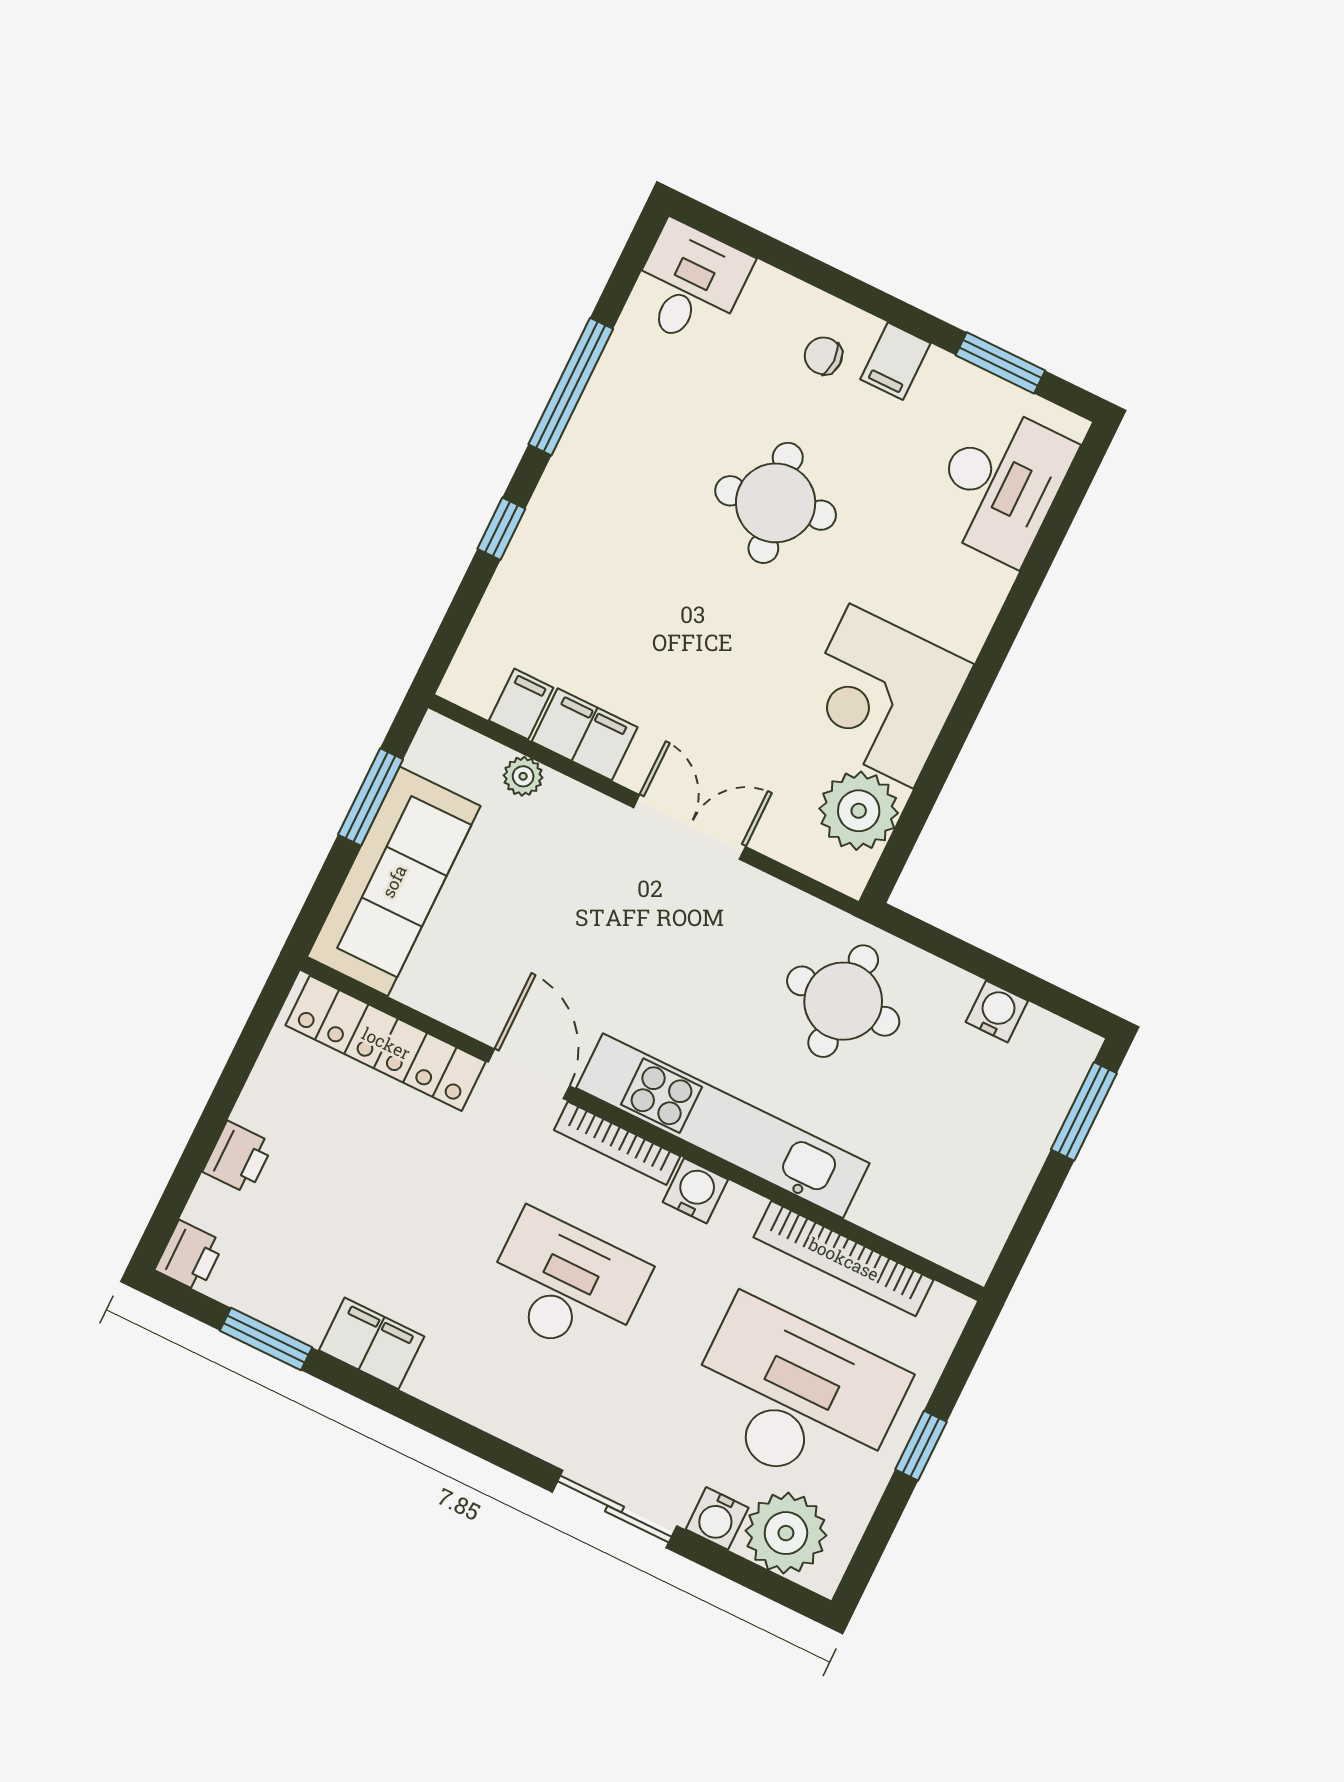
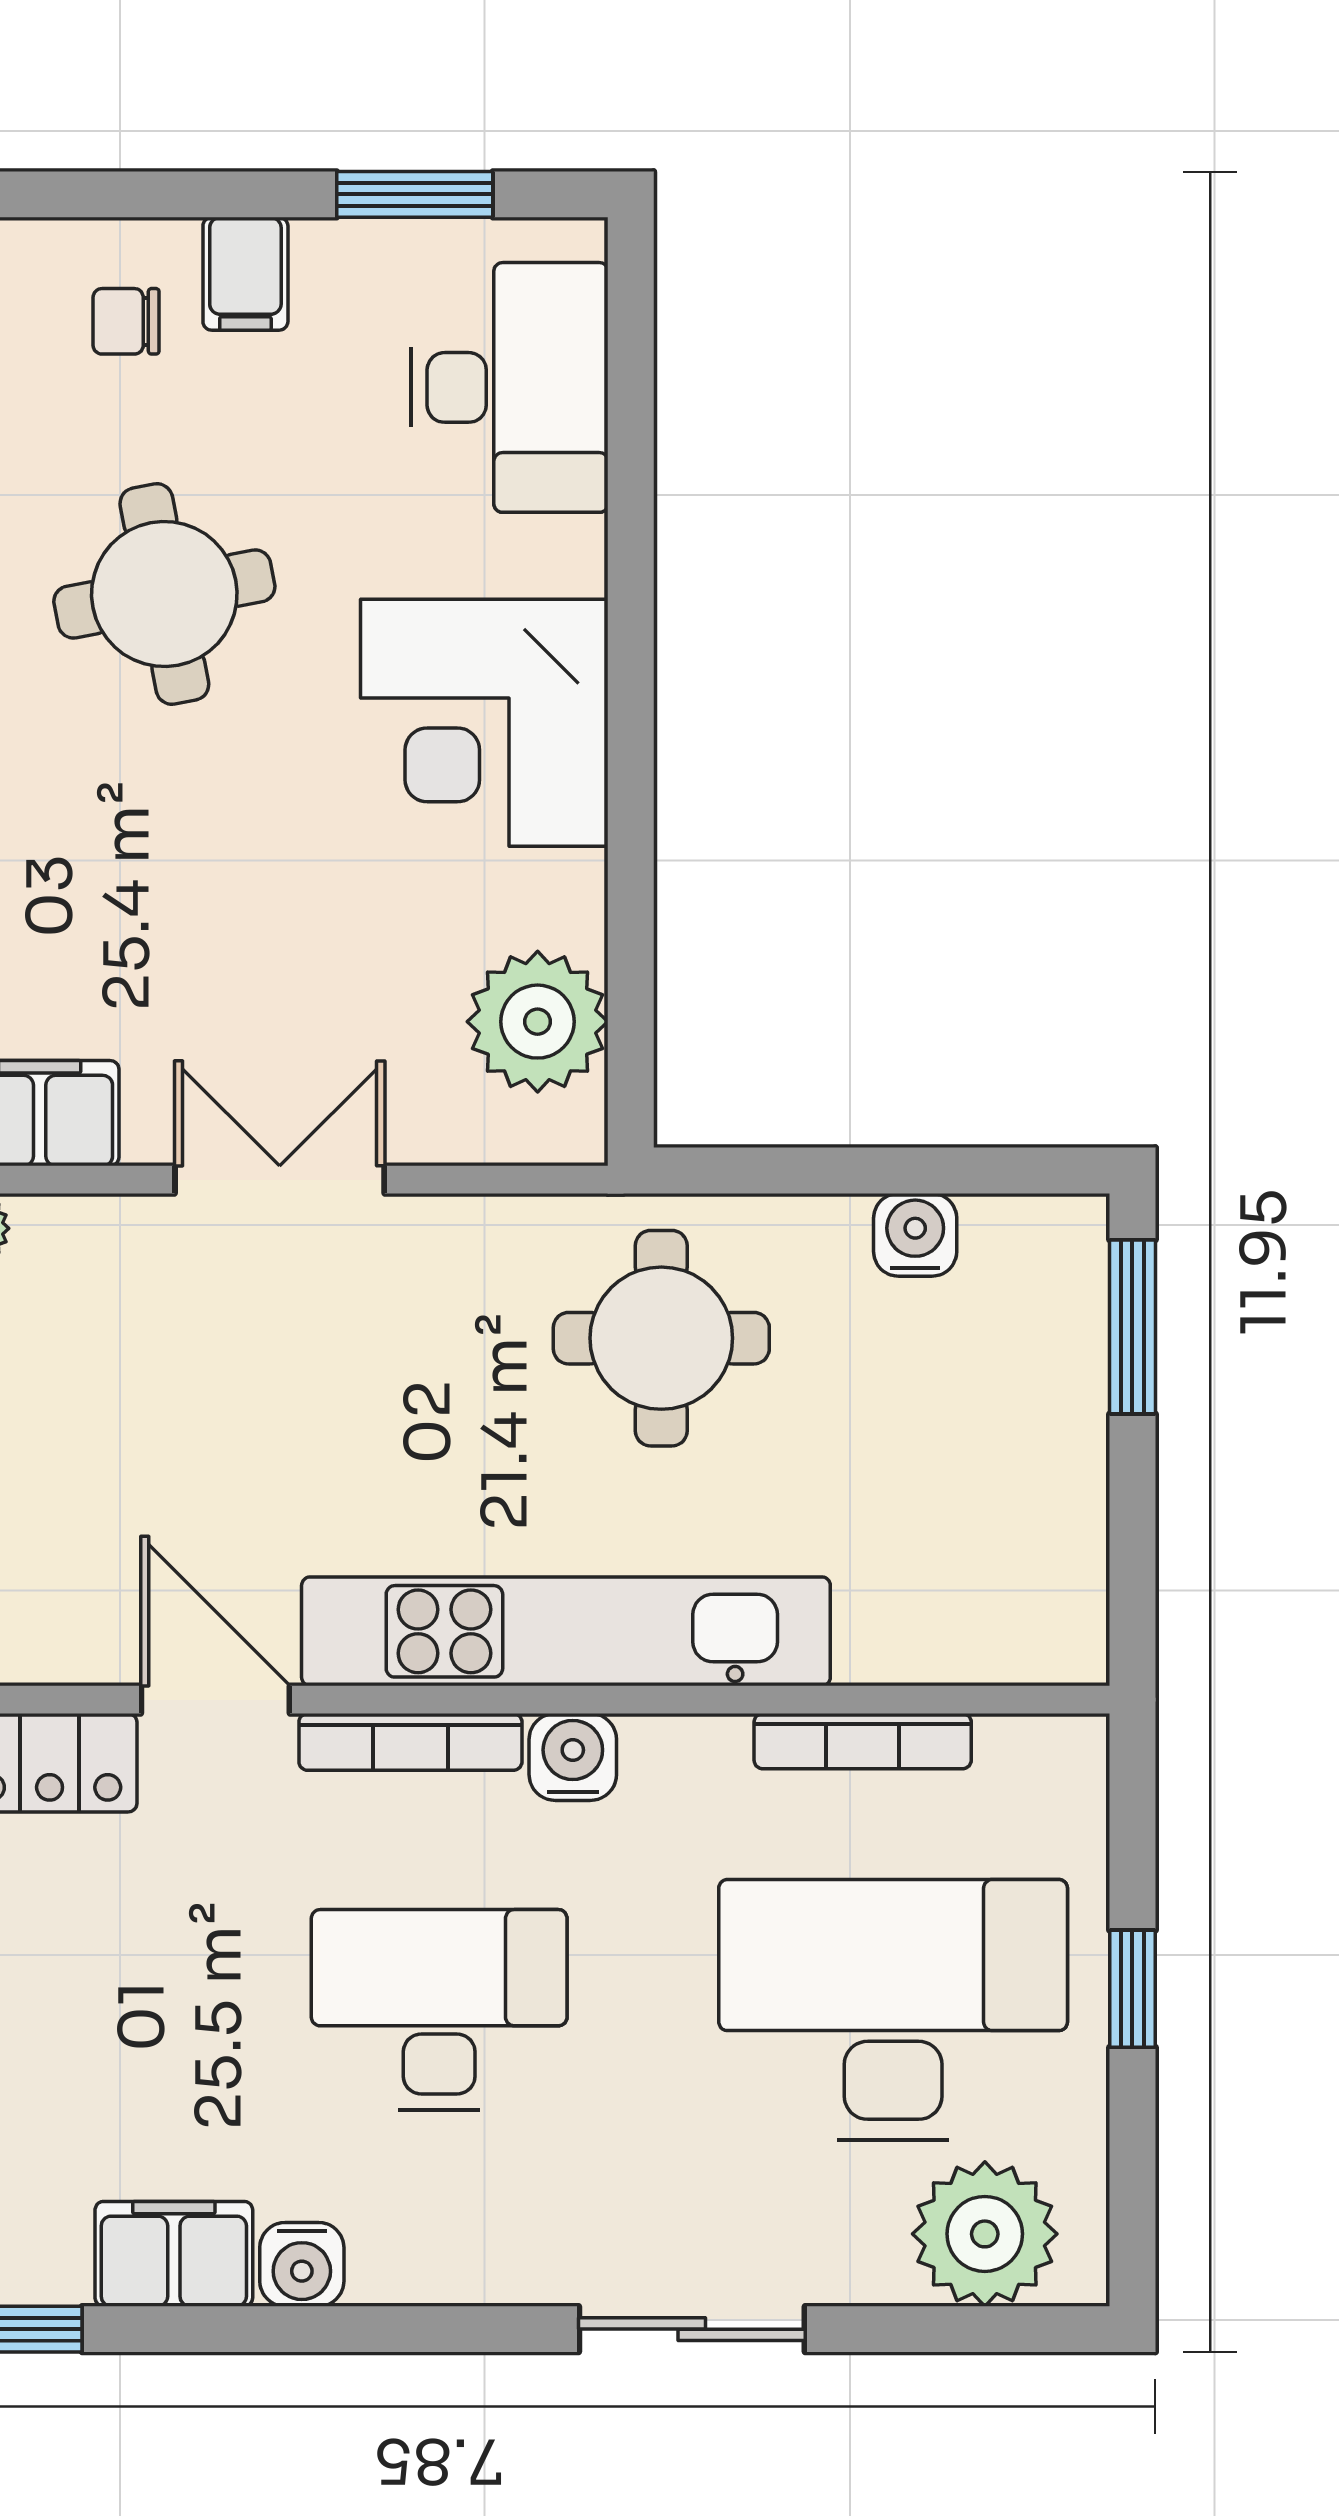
corner desk: (881, 696) -> (484, 723), moved
bookcase: (844, 1259) -> (863, 1741), width x0.68, depth x0.76
water cooler: (717, 1518) -> (302, 2264), moved

